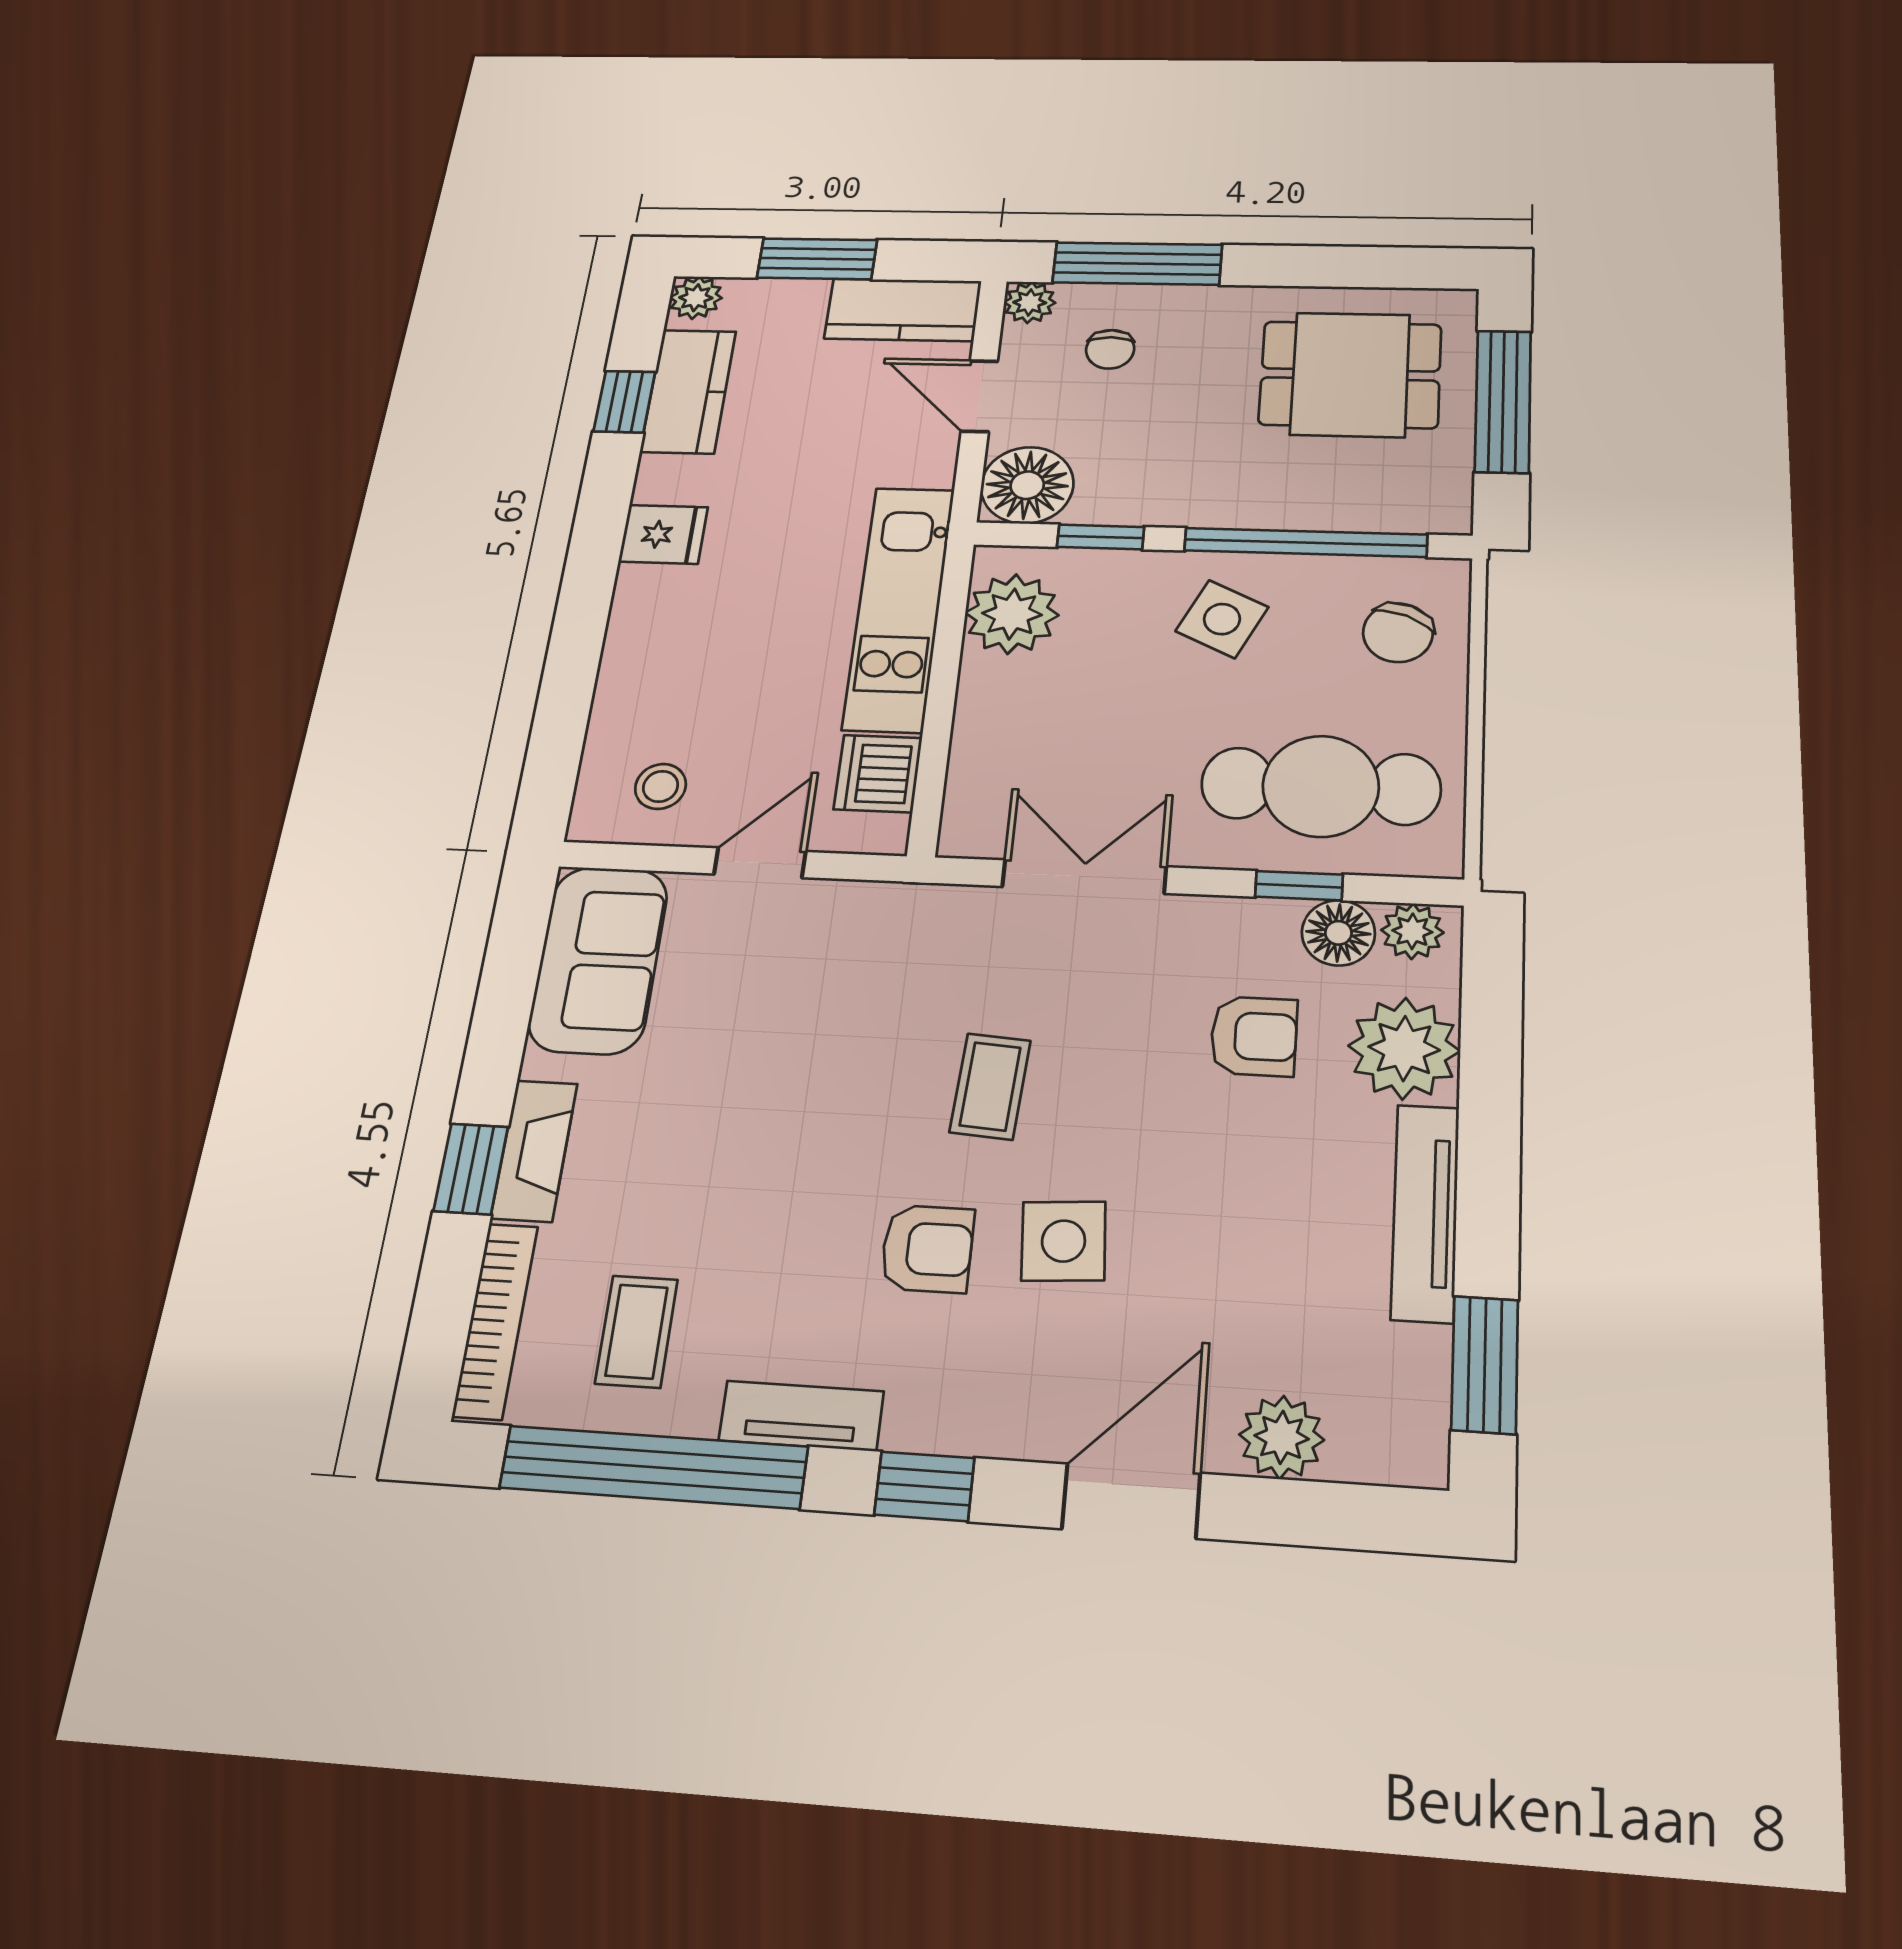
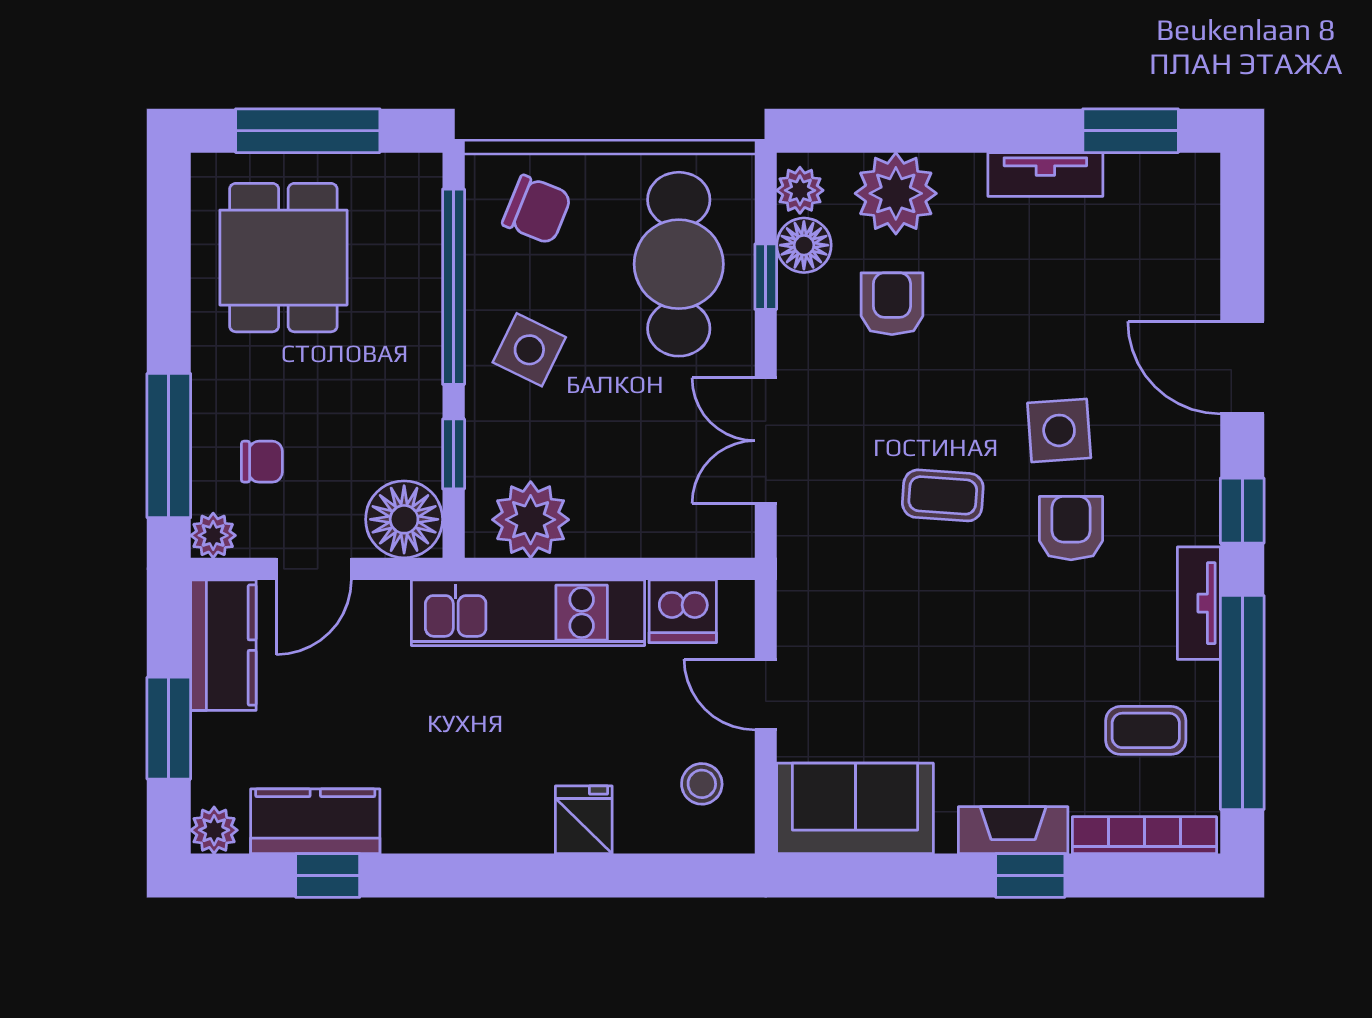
fridge: (663, 534) -> (584, 820), moved
tv unit: (1425, 1212) -> (1045, 175), width x0.71
plant: (1282, 1437) -> (1191, 268), removed

